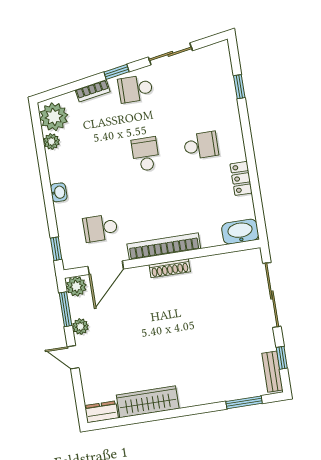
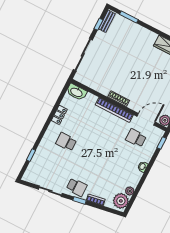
school desk: (146, 154) -> (93, 156), removed
school desk: (100, 228) -> (136, 138), turned 180

